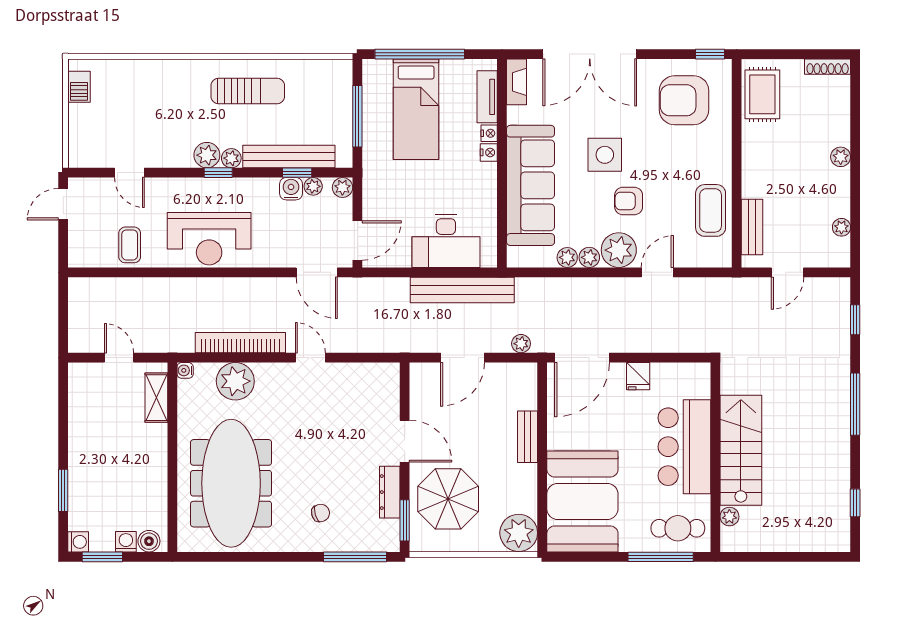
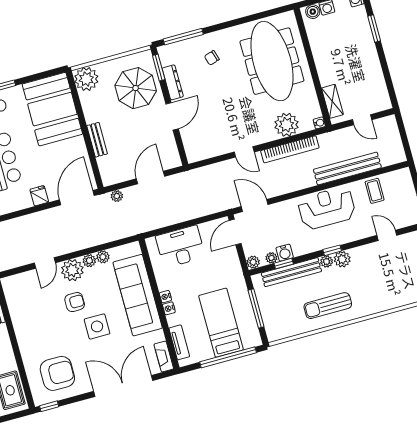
nightstand: (489, 133) -> (165, 297), moved
coffee table: (711, 210) -> (22, 310), removed
bench: (462, 290) -> (347, 169), moved
door: (405, 441) -> (172, 116), swing flipped

